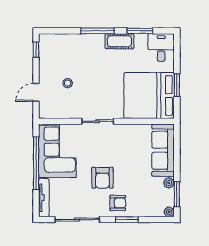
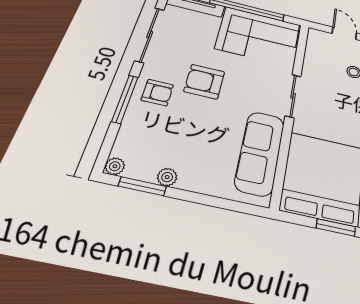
sofa: (163, 150) -> (260, 153), moved, turned -90
armchair: (118, 203) -> (157, 93), turned -90
window: (127, 220) -> (125, 99), width x1.44

